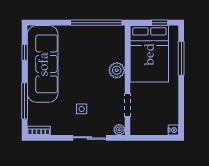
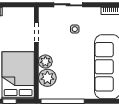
plant: (119, 130) -> (47, 78), moved, width x1.87, depth x1.87

